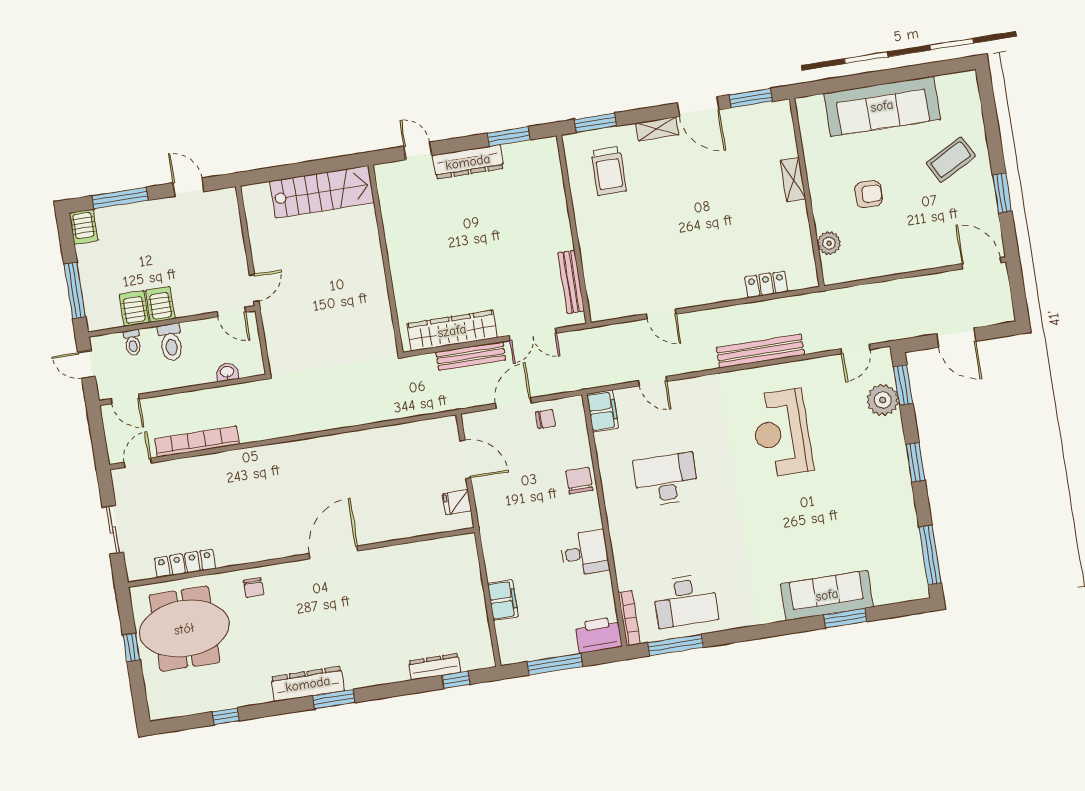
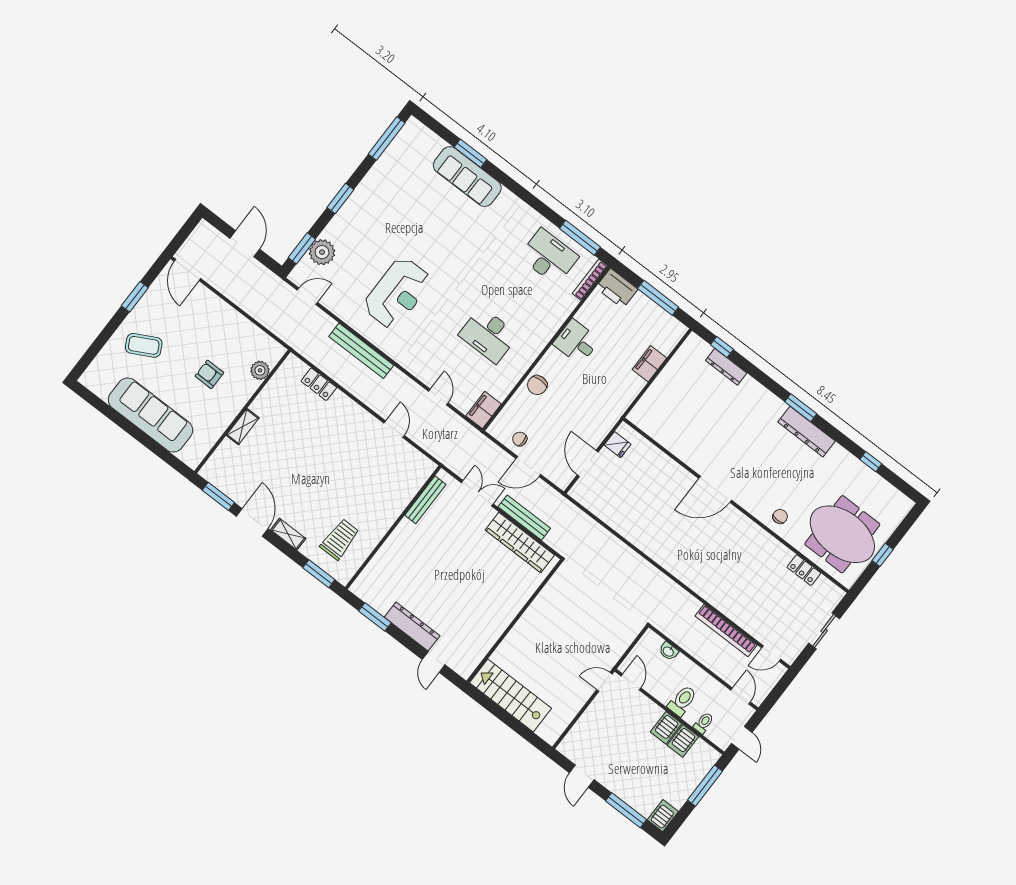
locker: (185, 563) -> (804, 570), width x0.66

